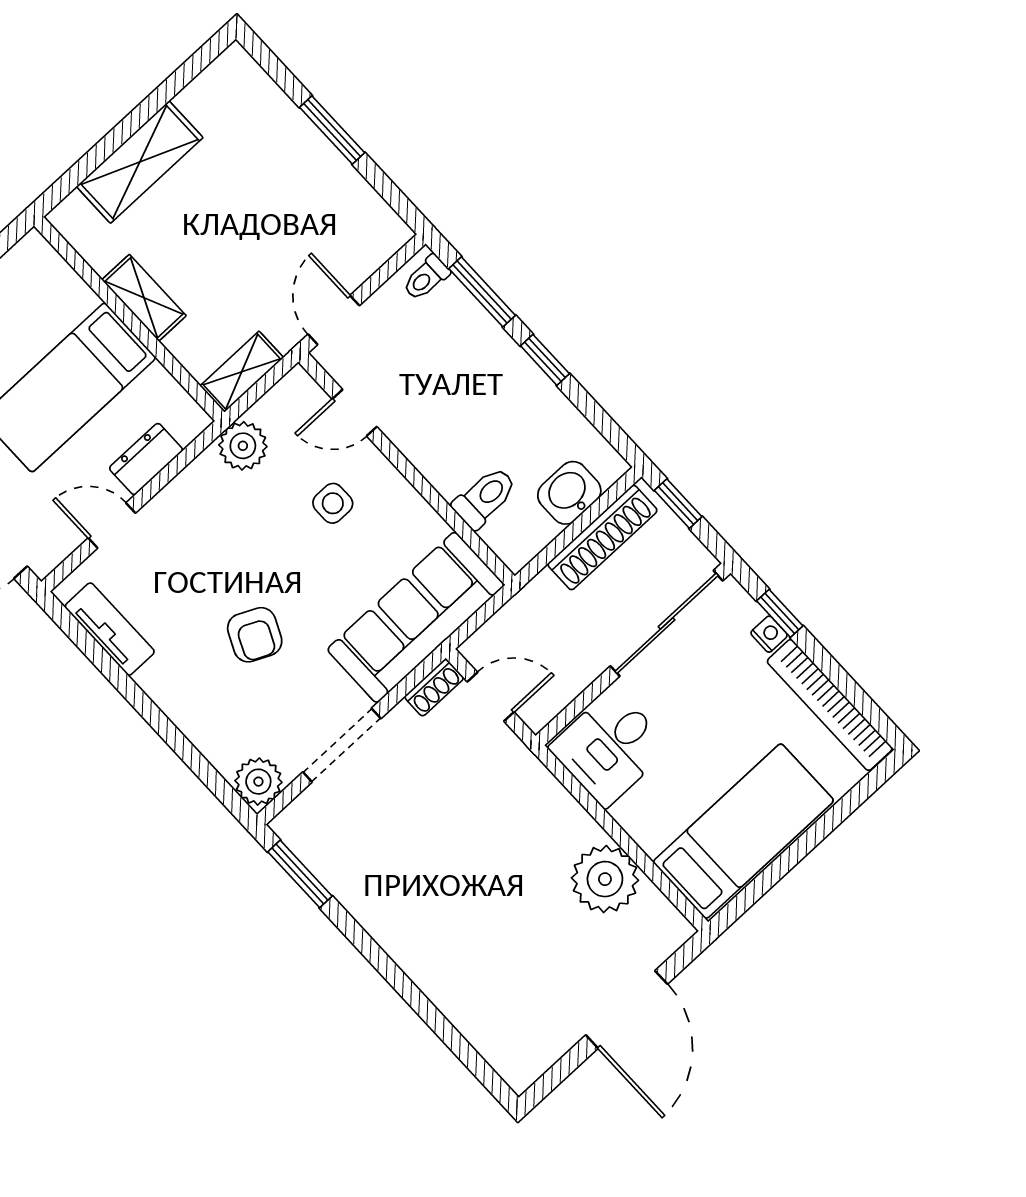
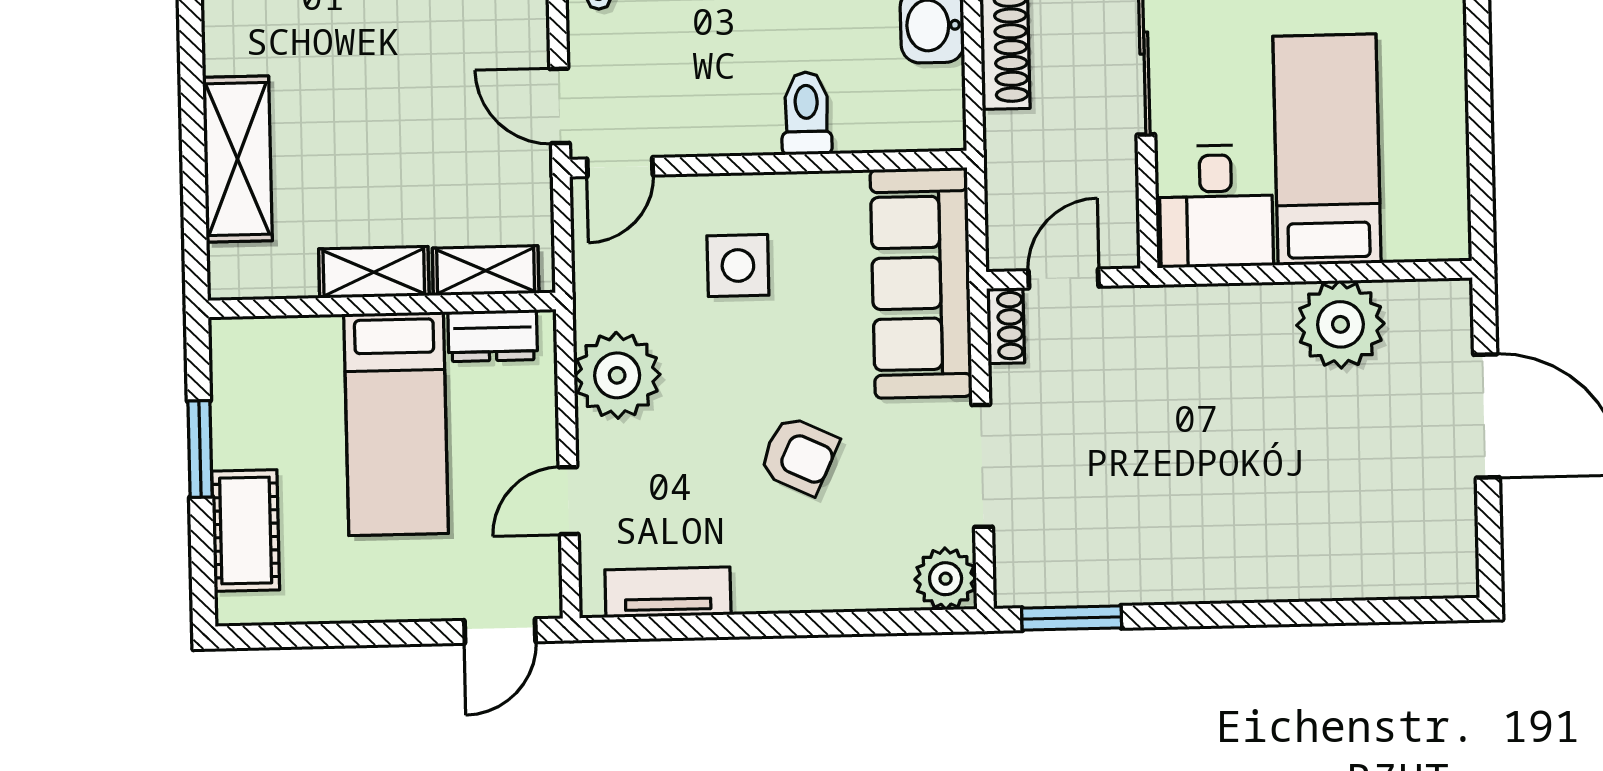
shelving: (242, 372) -> (486, 271), moved, turned 90
door: (355, 413) -> (620, 167), moved
plant: (243, 446) -> (617, 375), moved, width x1.36, depth x1.36
dresser: (146, 459) -> (493, 336), moved, turned -90
toilet: (485, 498) -> (806, 113), moved
side table: (333, 503) -> (738, 265), width x1.37, depth x1.37
bed: (743, 831) -> (1327, 150), moved

